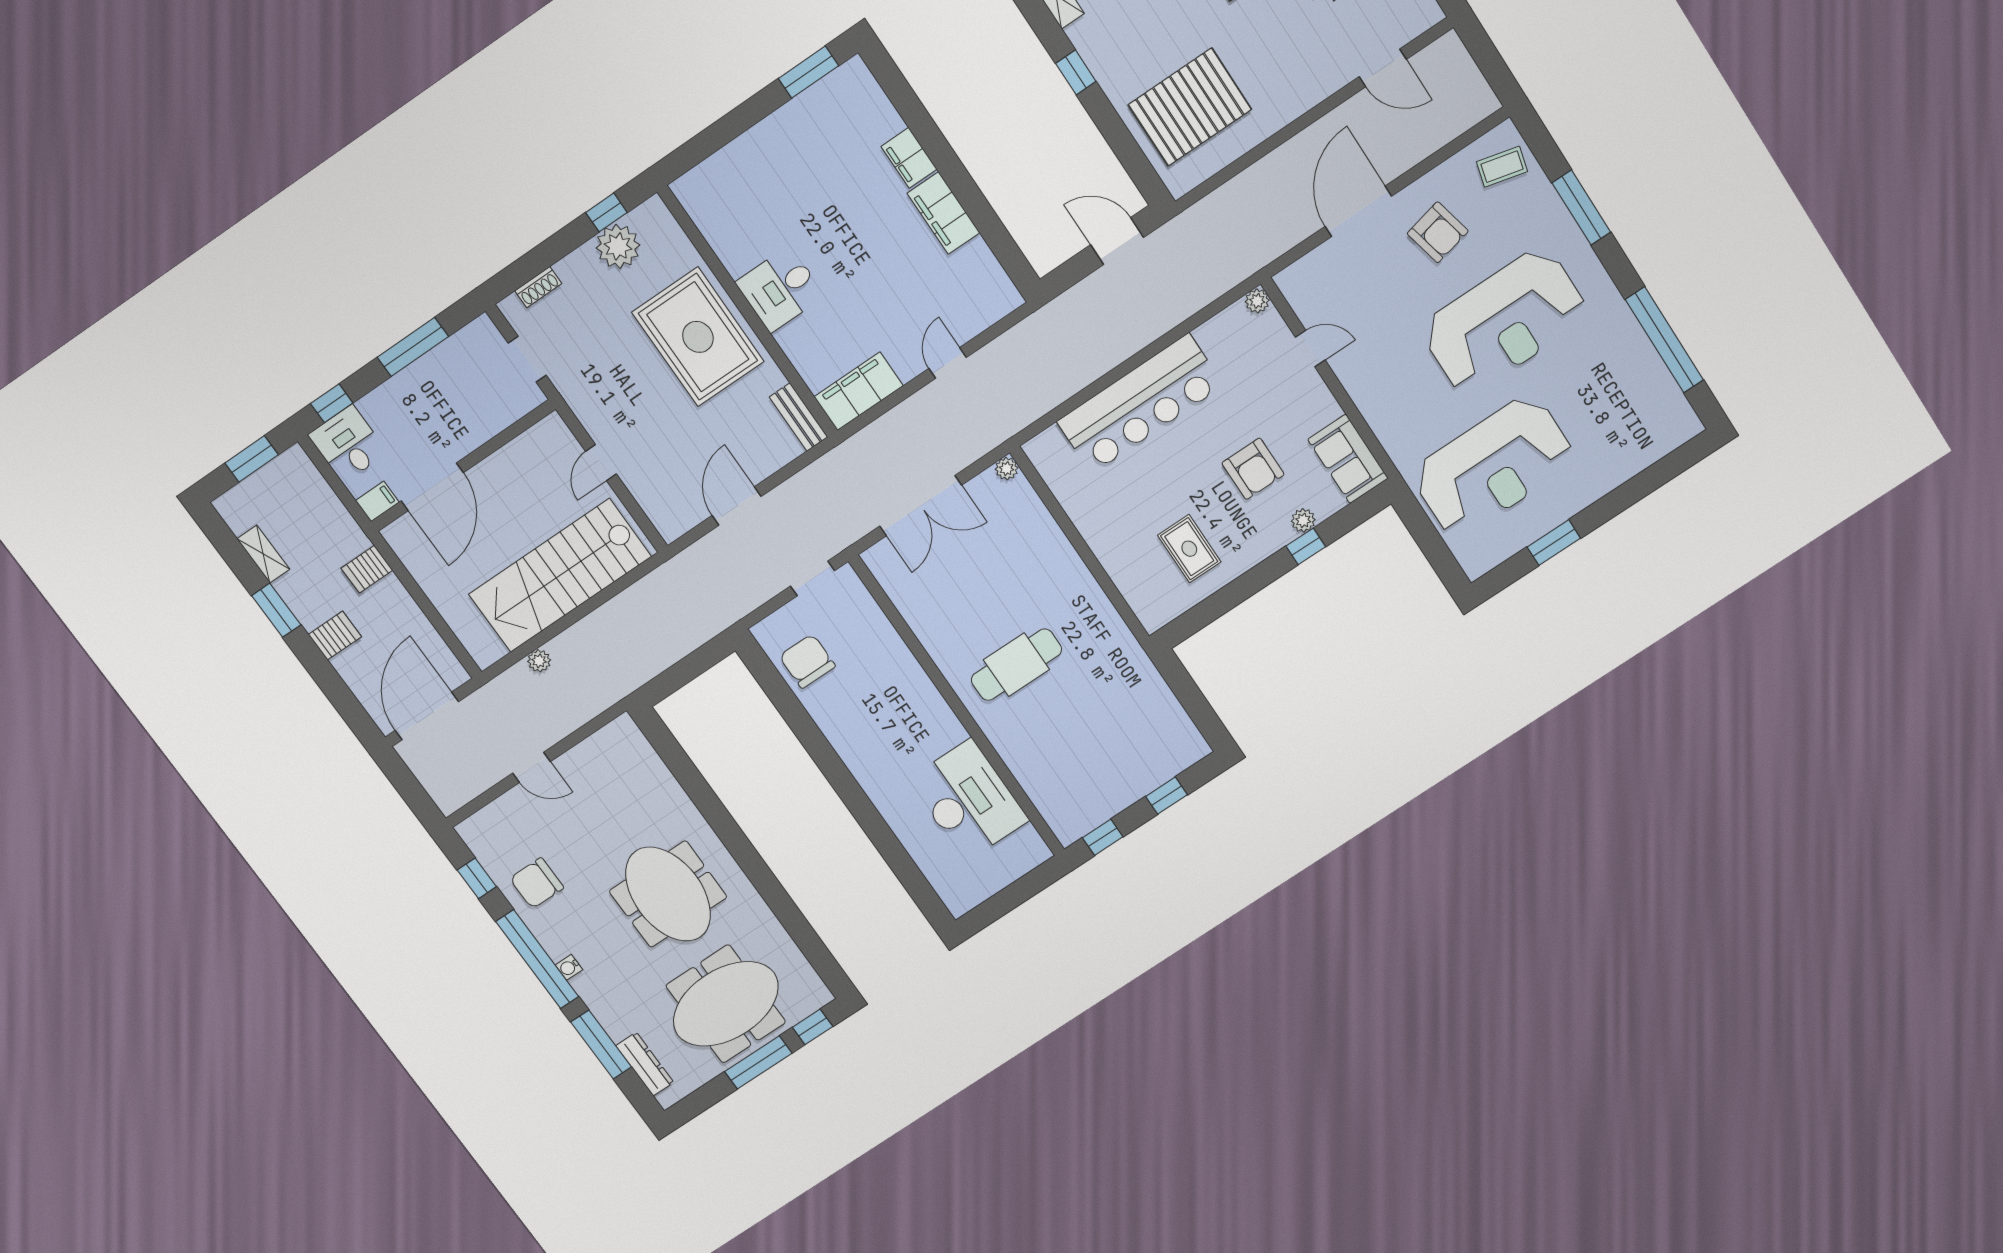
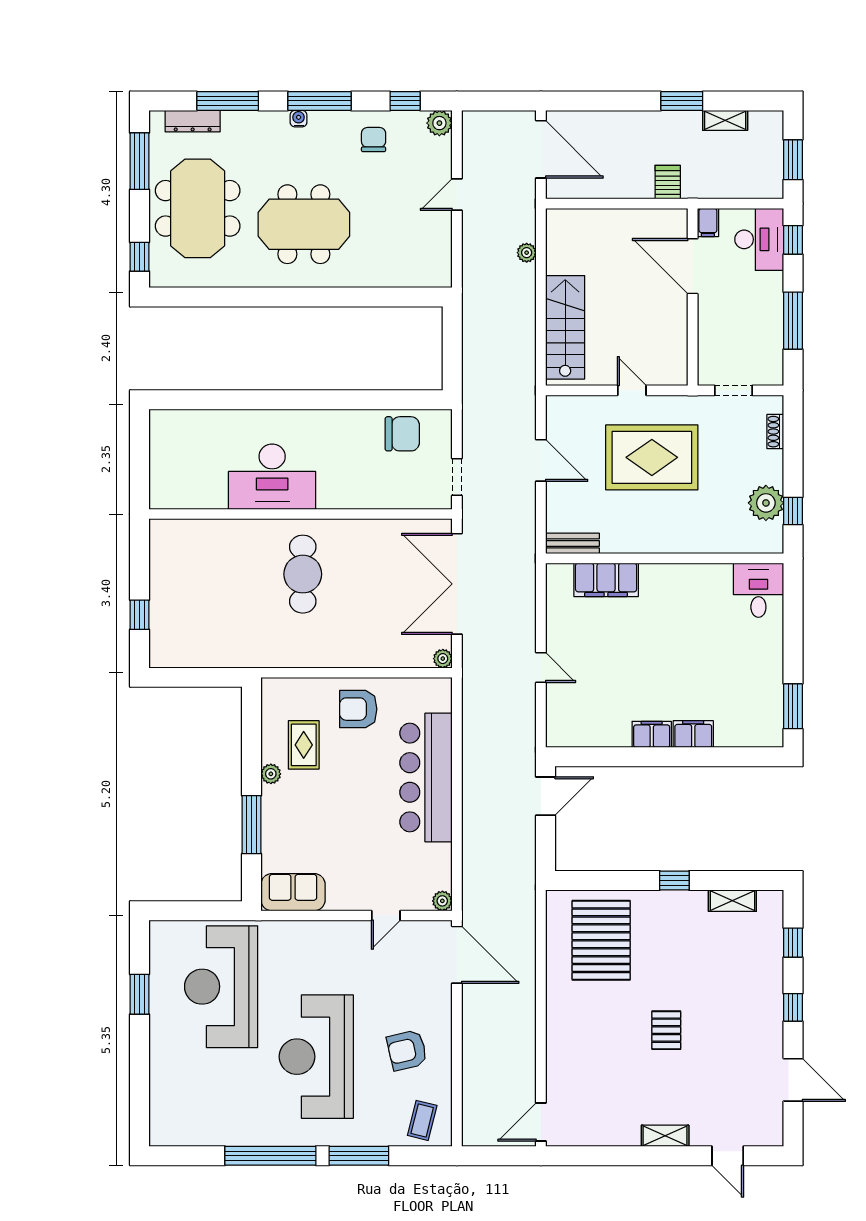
door: (1383, 68) -> (541, 1122), moved
door: (1358, 211) -> (457, 955), moved
filing cabinet: (943, 213) -> (652, 734), width x0.67, depth x0.86
door: (1117, 241) -> (546, 796), moved
desk: (780, 289) -> (758, 590), moved
rug: (698, 337) -> (652, 457), moved
window: (1664, 340) -> (270, 1156), moved
filing cabinet: (859, 391) -> (606, 580), moved, turned 90
desk: (348, 444) -> (759, 239), width x1.37
armchair: (1253, 469) -> (358, 709), moved
double door: (921, 506) -> (457, 584), width x1.36
plant: (1303, 520) -> (271, 774), moved
window: (1306, 546) -> (252, 825), width x2.17
rug: (1189, 549) -> (304, 745), turned 90
stairs: (560, 575) -> (565, 327), width x0.73, depth x0.66
server rack: (335, 636) -> (638, 128), removed
desk: (968, 800) -> (272, 477), moved
plant: (474, 831) -> (439, 123), added
window: (1103, 837) -> (139, 551), removed
chair: (537, 883) -> (374, 140), width x0.73, depth x0.73
window: (537, 959) -> (319, 101), width x0.68
window: (758, 1062) -> (139, 161), moved

